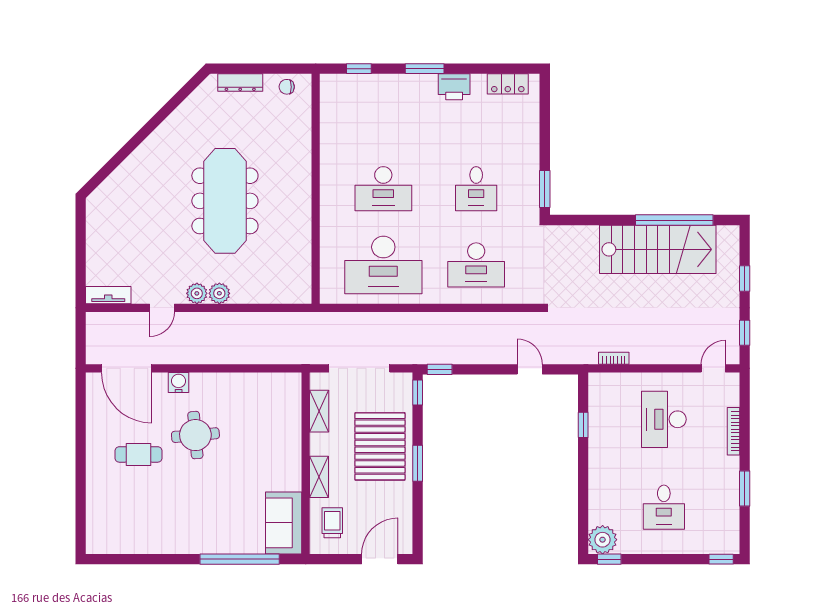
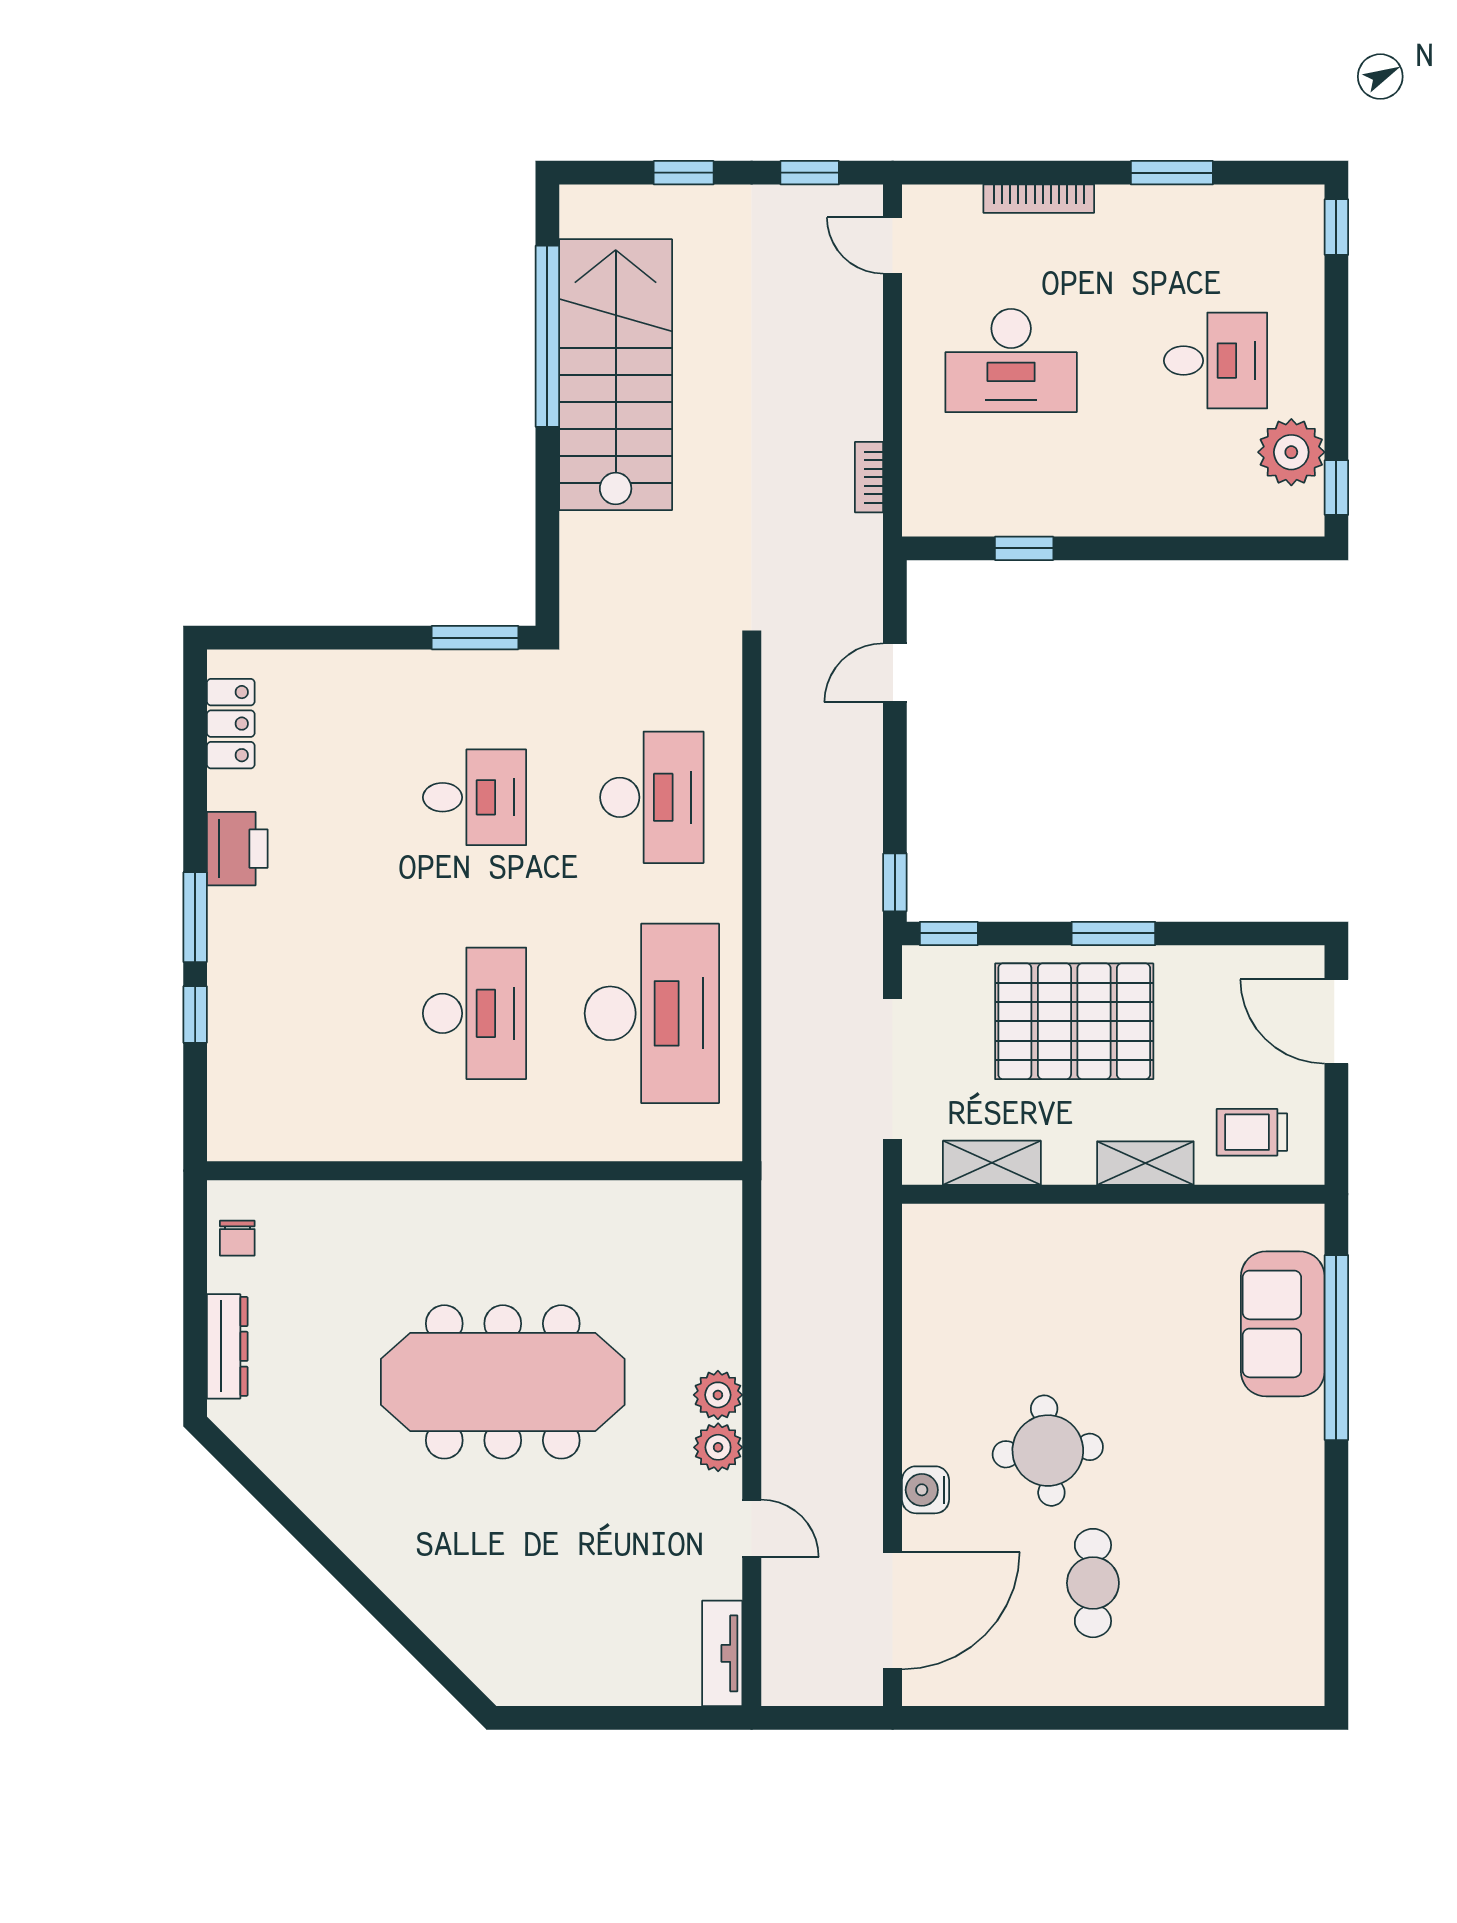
window: (359, 69) -> (195, 1014), moved
sofa: (284, 523) -> (1283, 1324), moved, turned 90
plant: (603, 540) -> (1291, 452), moved

